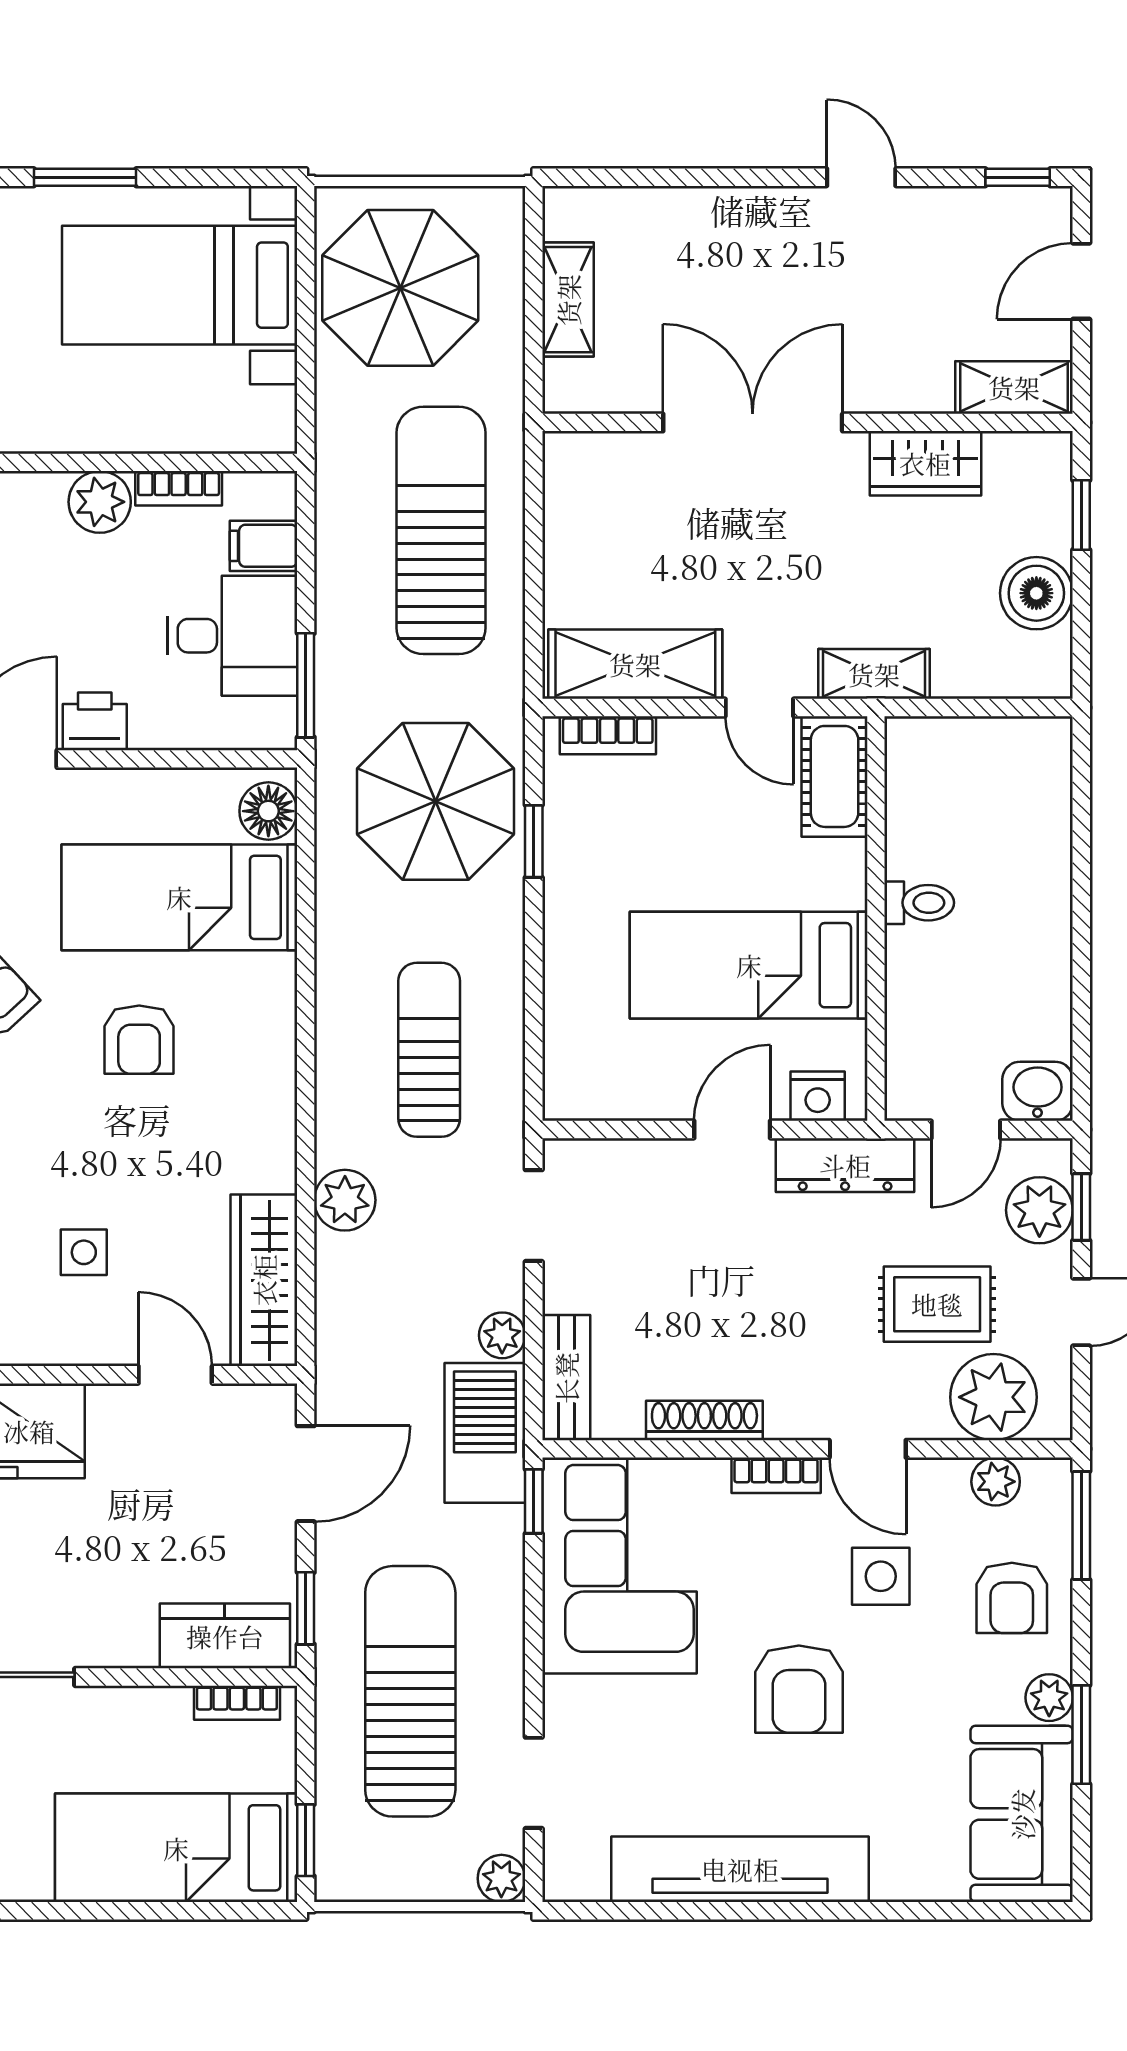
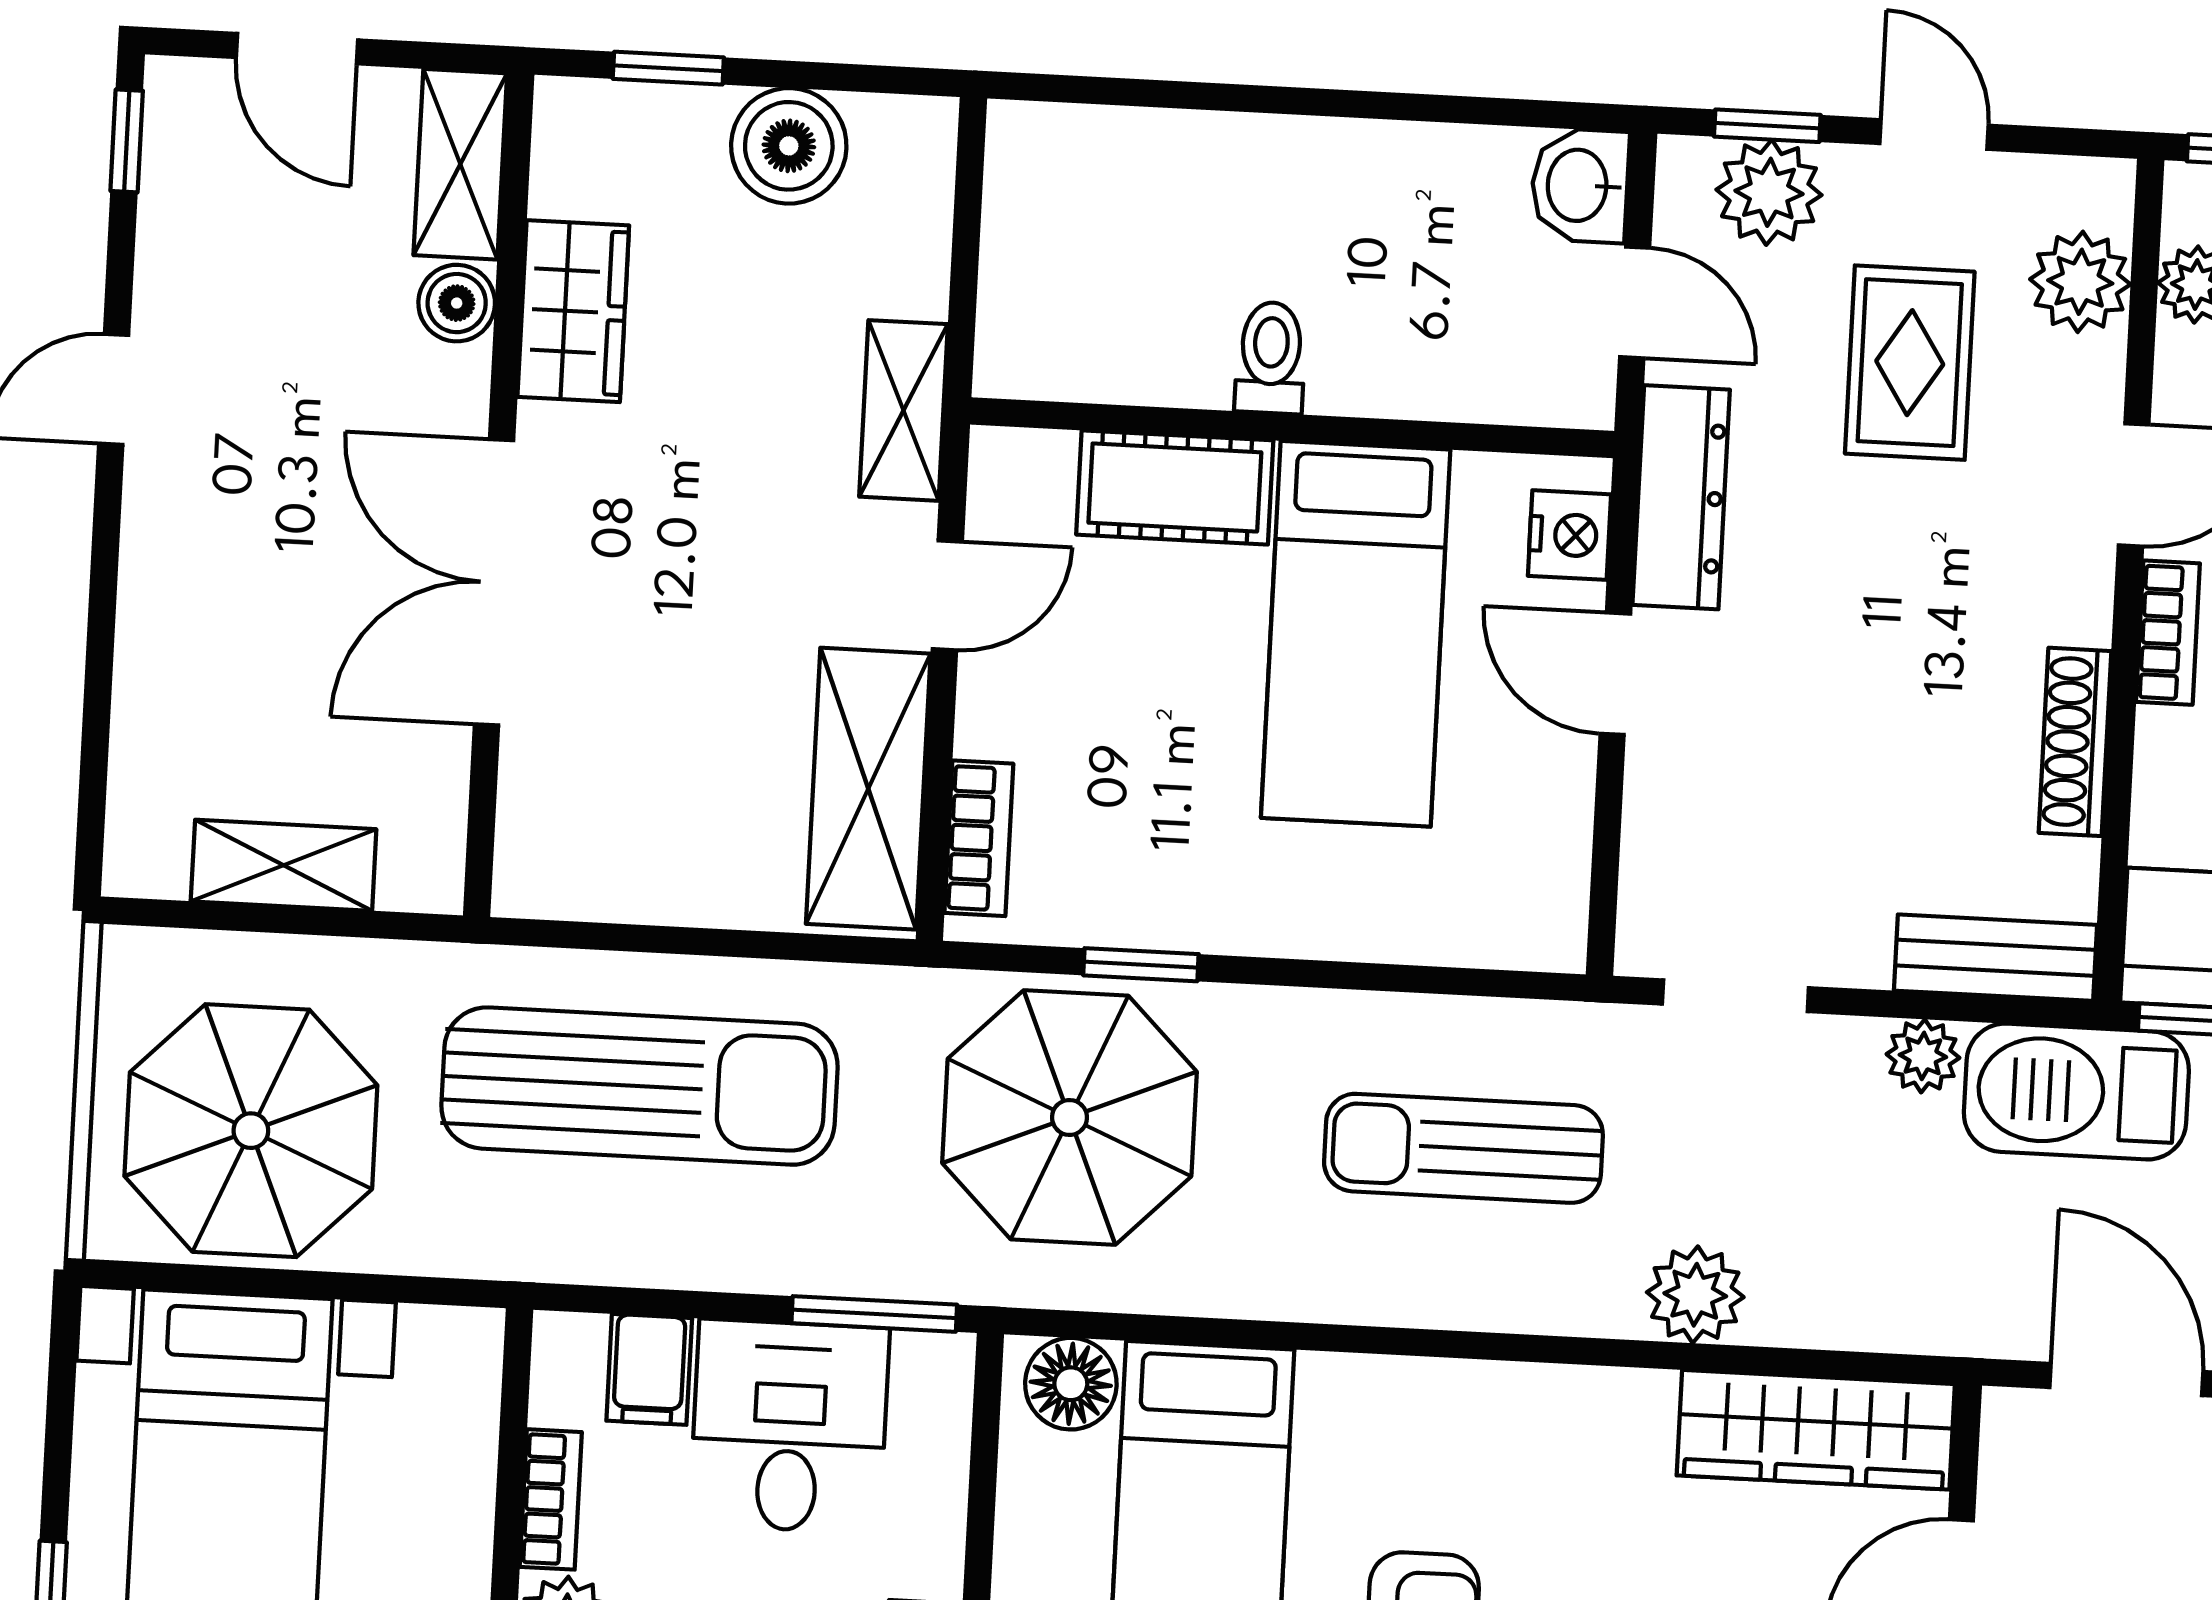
boiler: (927, 390) -> (457, 303), added
sun lounger: (441, 530) -> (639, 1086), turned 180
cot: (835, 776) -> (1175, 487), moved
plant: (993, 1397) -> (2080, 282), width x0.73, depth x0.73

